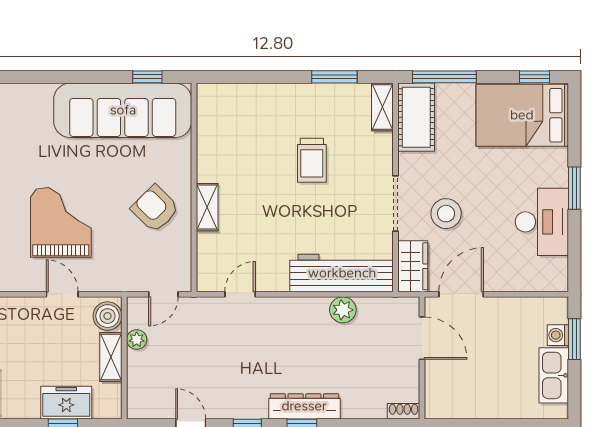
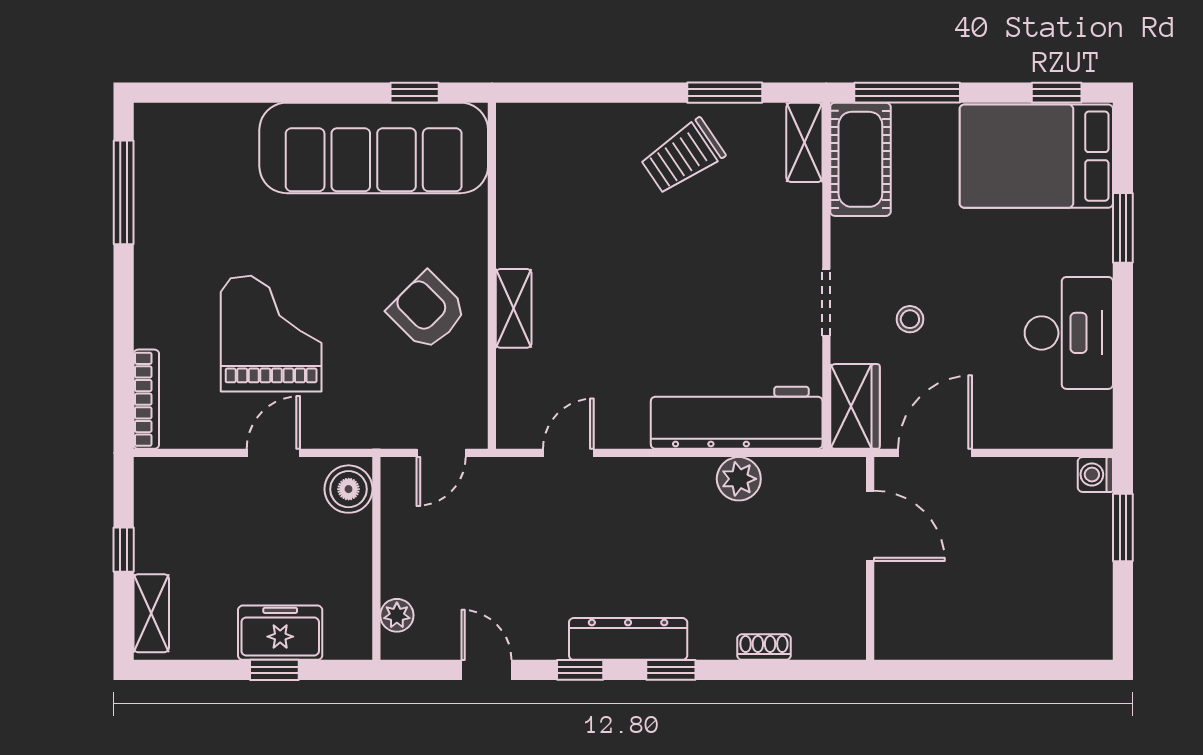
trolley: (312, 160) -> (683, 156), moved, turned 56
window: (574, 188) -> (1123, 228), moved
doorway: (396, 203) -> (826, 302), width x0.73
stool: (446, 214) -> (910, 319), width x0.53, depth x0.53
door: (62, 294) -> (273, 453), hinge flipped
washing machine: (558, 335) -> (1095, 474), moved
plant: (137, 339) -> (397, 615), moved
shelving: (111, 357) -> (354, 557), removed
kitchen sink: (554, 375) -> (1089, 588), removed
dresser: (304, 406) -> (628, 639), moved
shoe rack: (404, 411) -> (764, 647), moved

